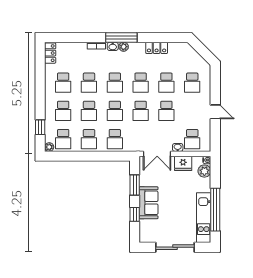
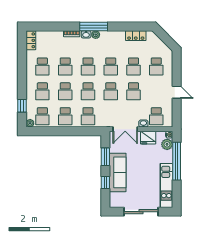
locker: (157, 48) -> (136, 36), moved
sofa: (149, 203) -> (118, 172), width x1.36
window: (215, 210) -> (177, 161), moved

